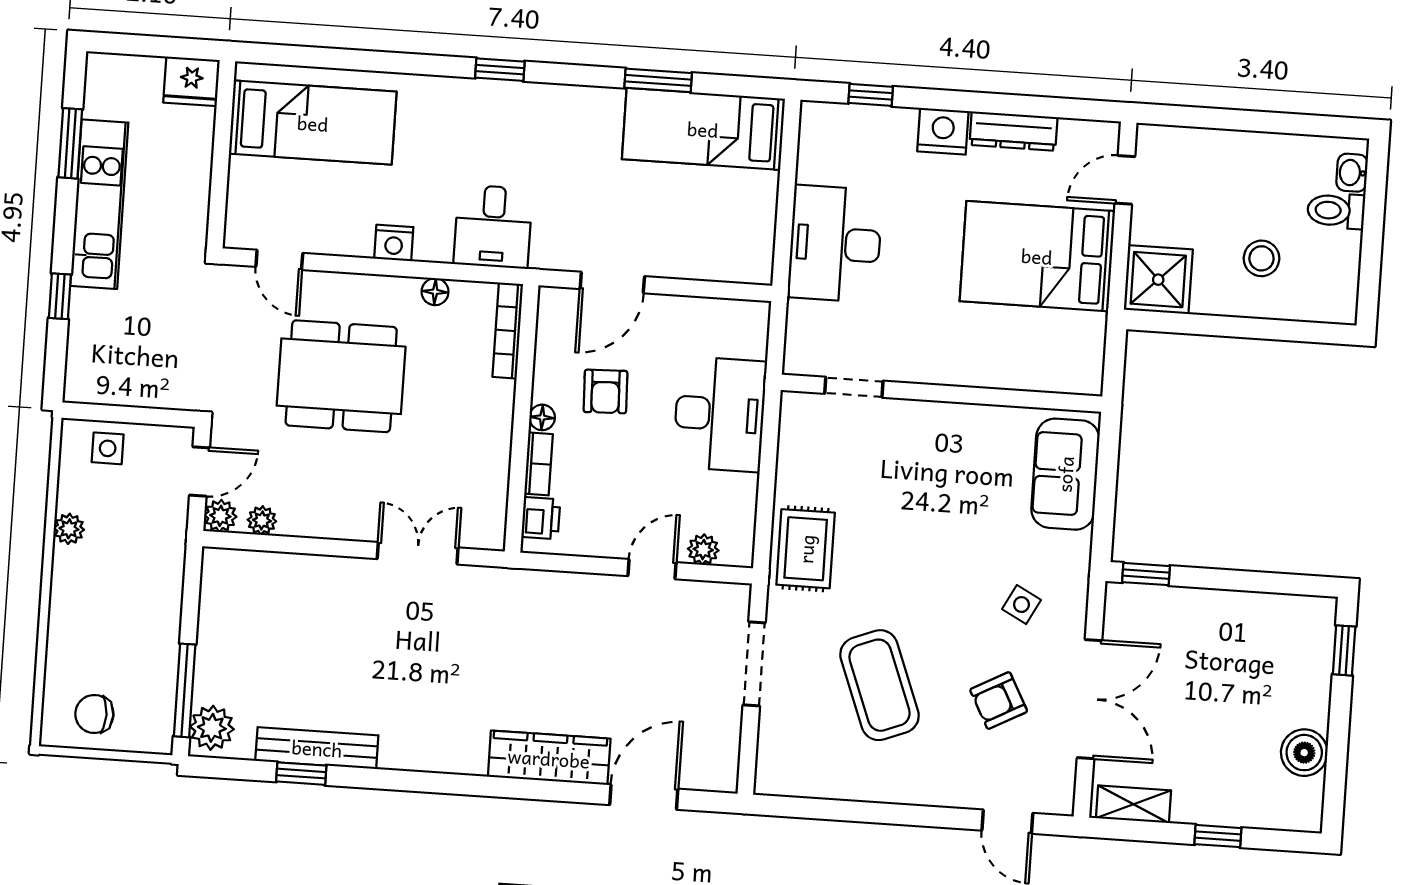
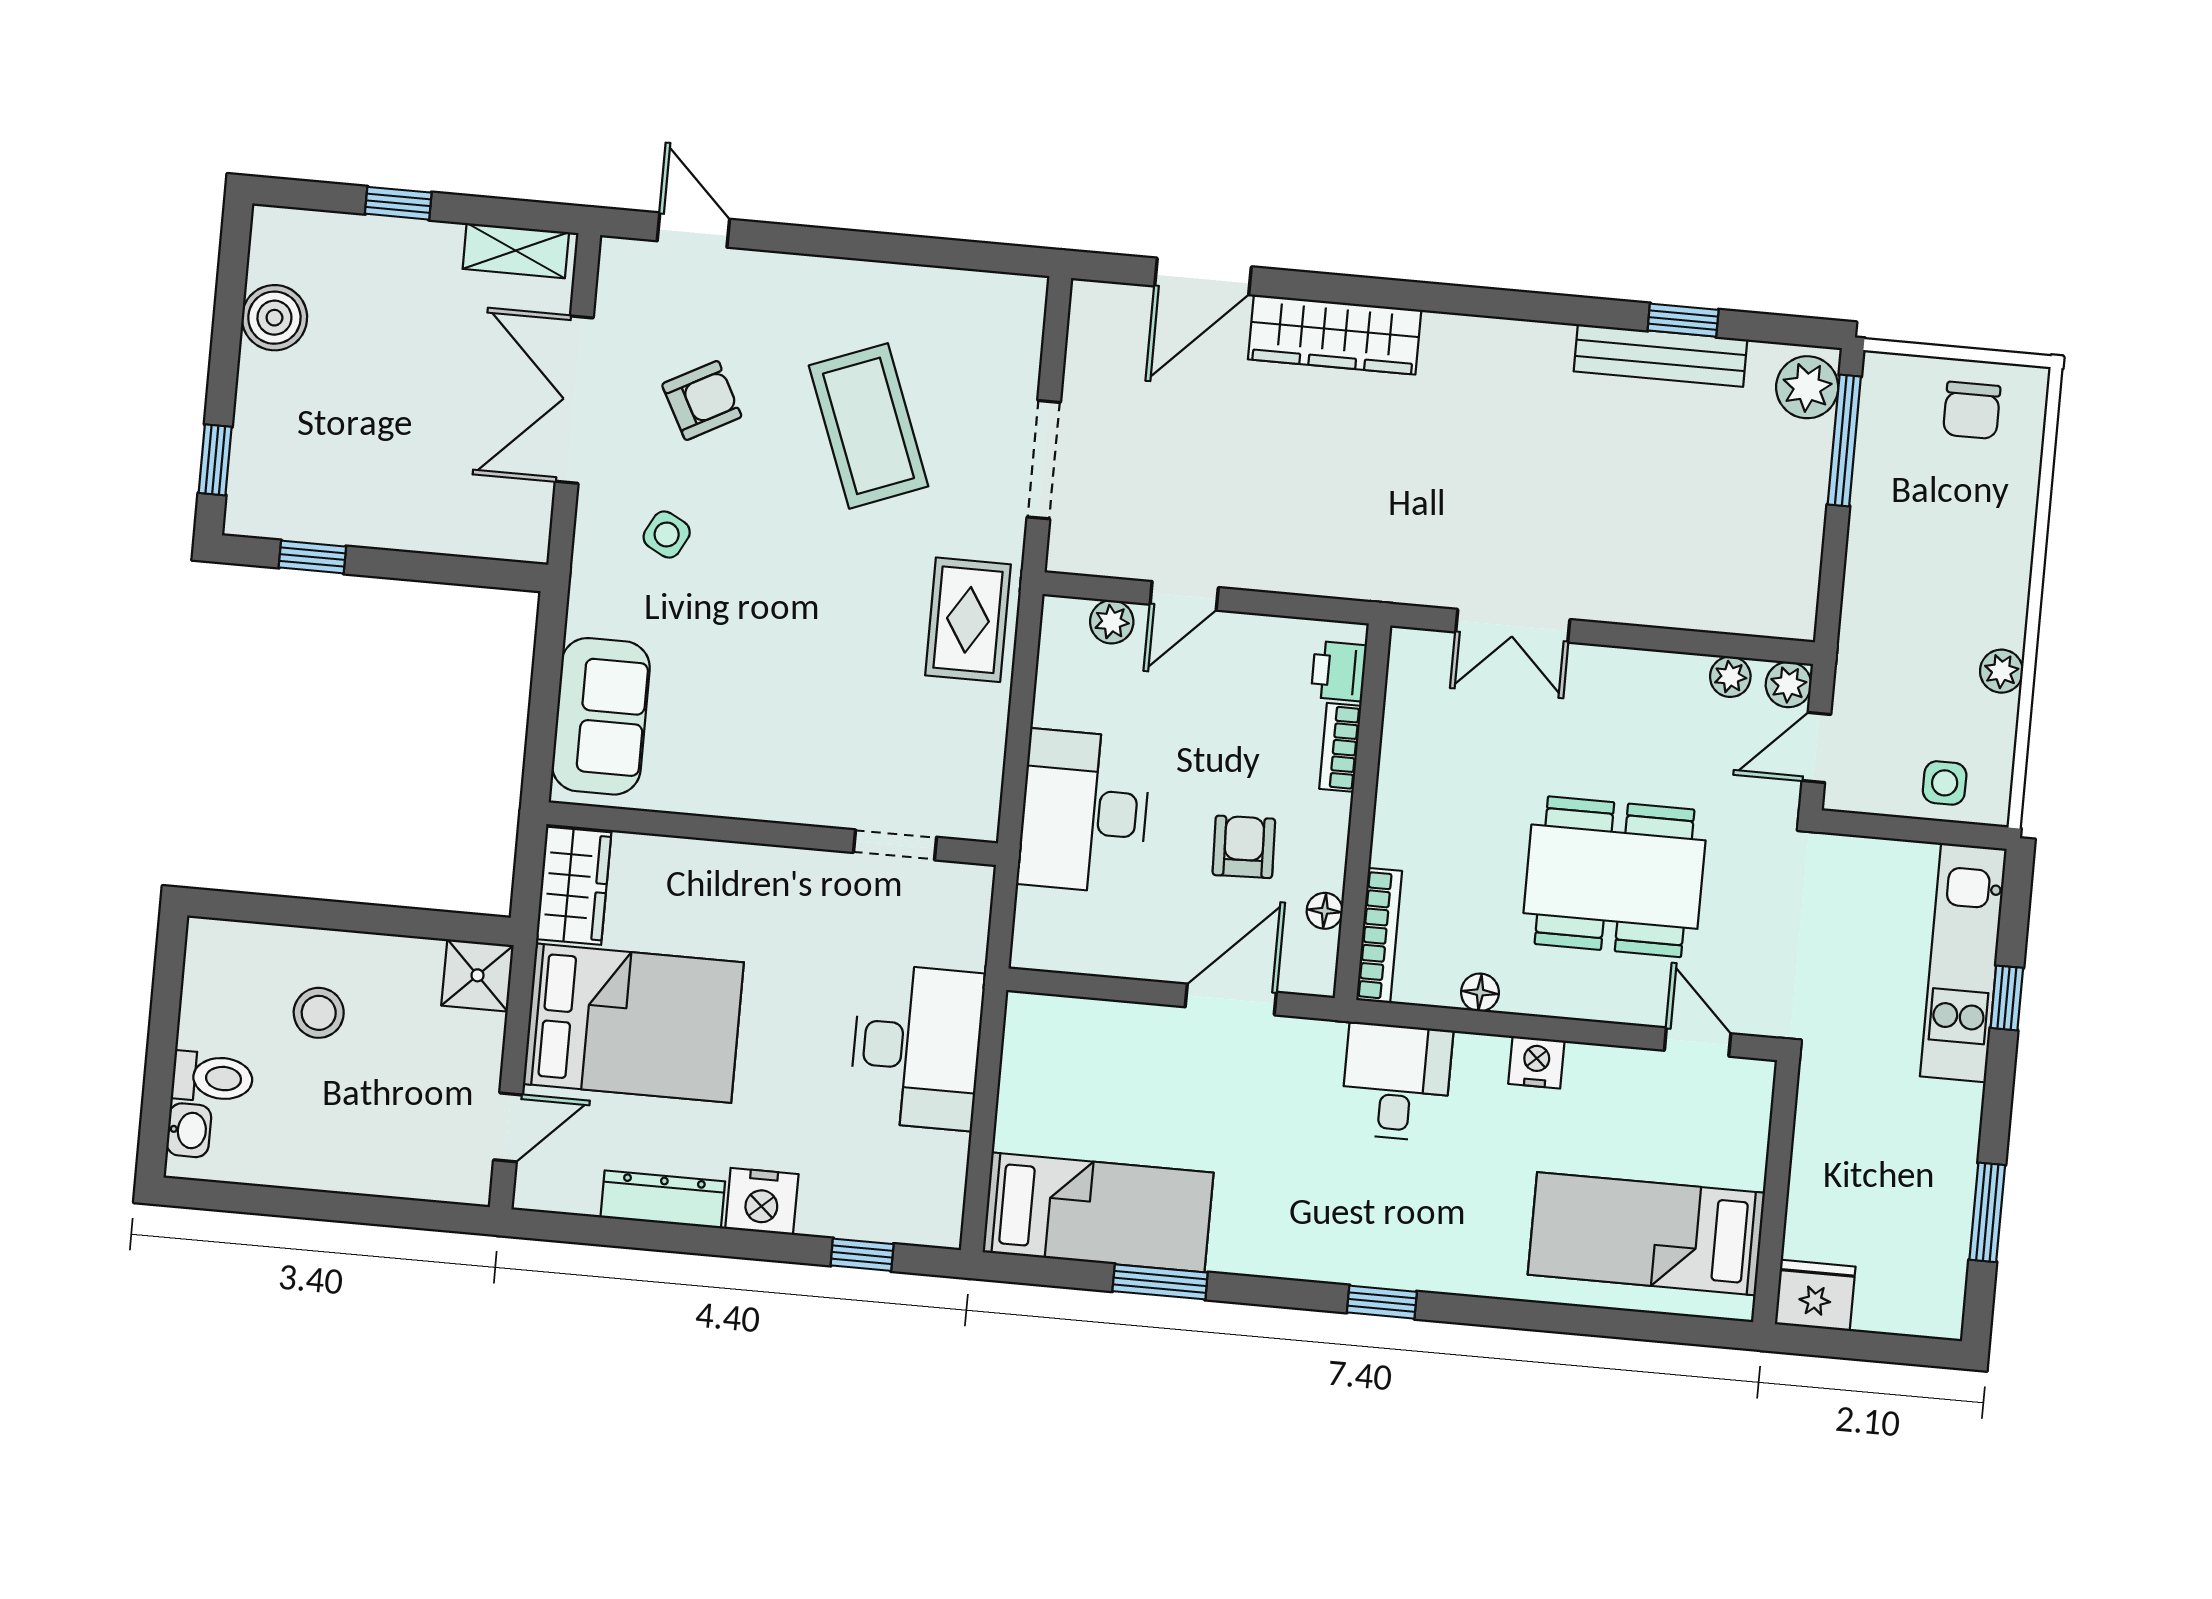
kitchen unit: (99, 204) -> (1963, 963), moved
shower: (1158, 280) -> (478, 975), width x0.73, depth x0.73
wardrobe: (1082, 353) -> (574, 886), added
floor lamp: (542, 417) -> (1325, 911), moved
window: (1146, 574) -> (312, 557), moved
chair: (94, 714) -> (1972, 410), turned 90

